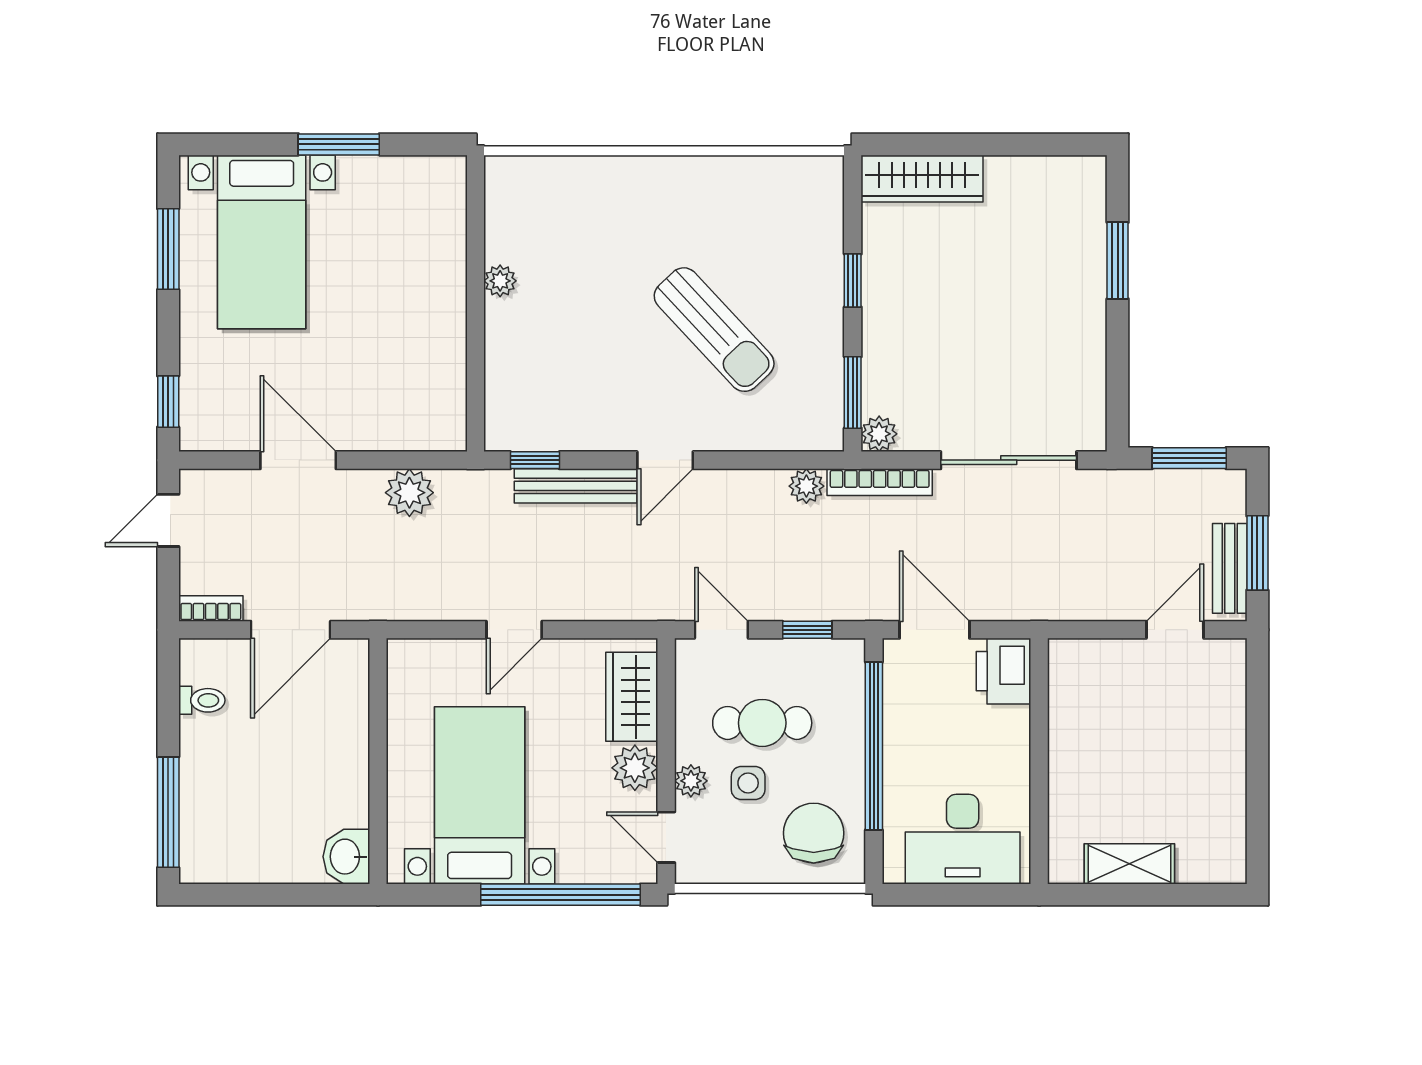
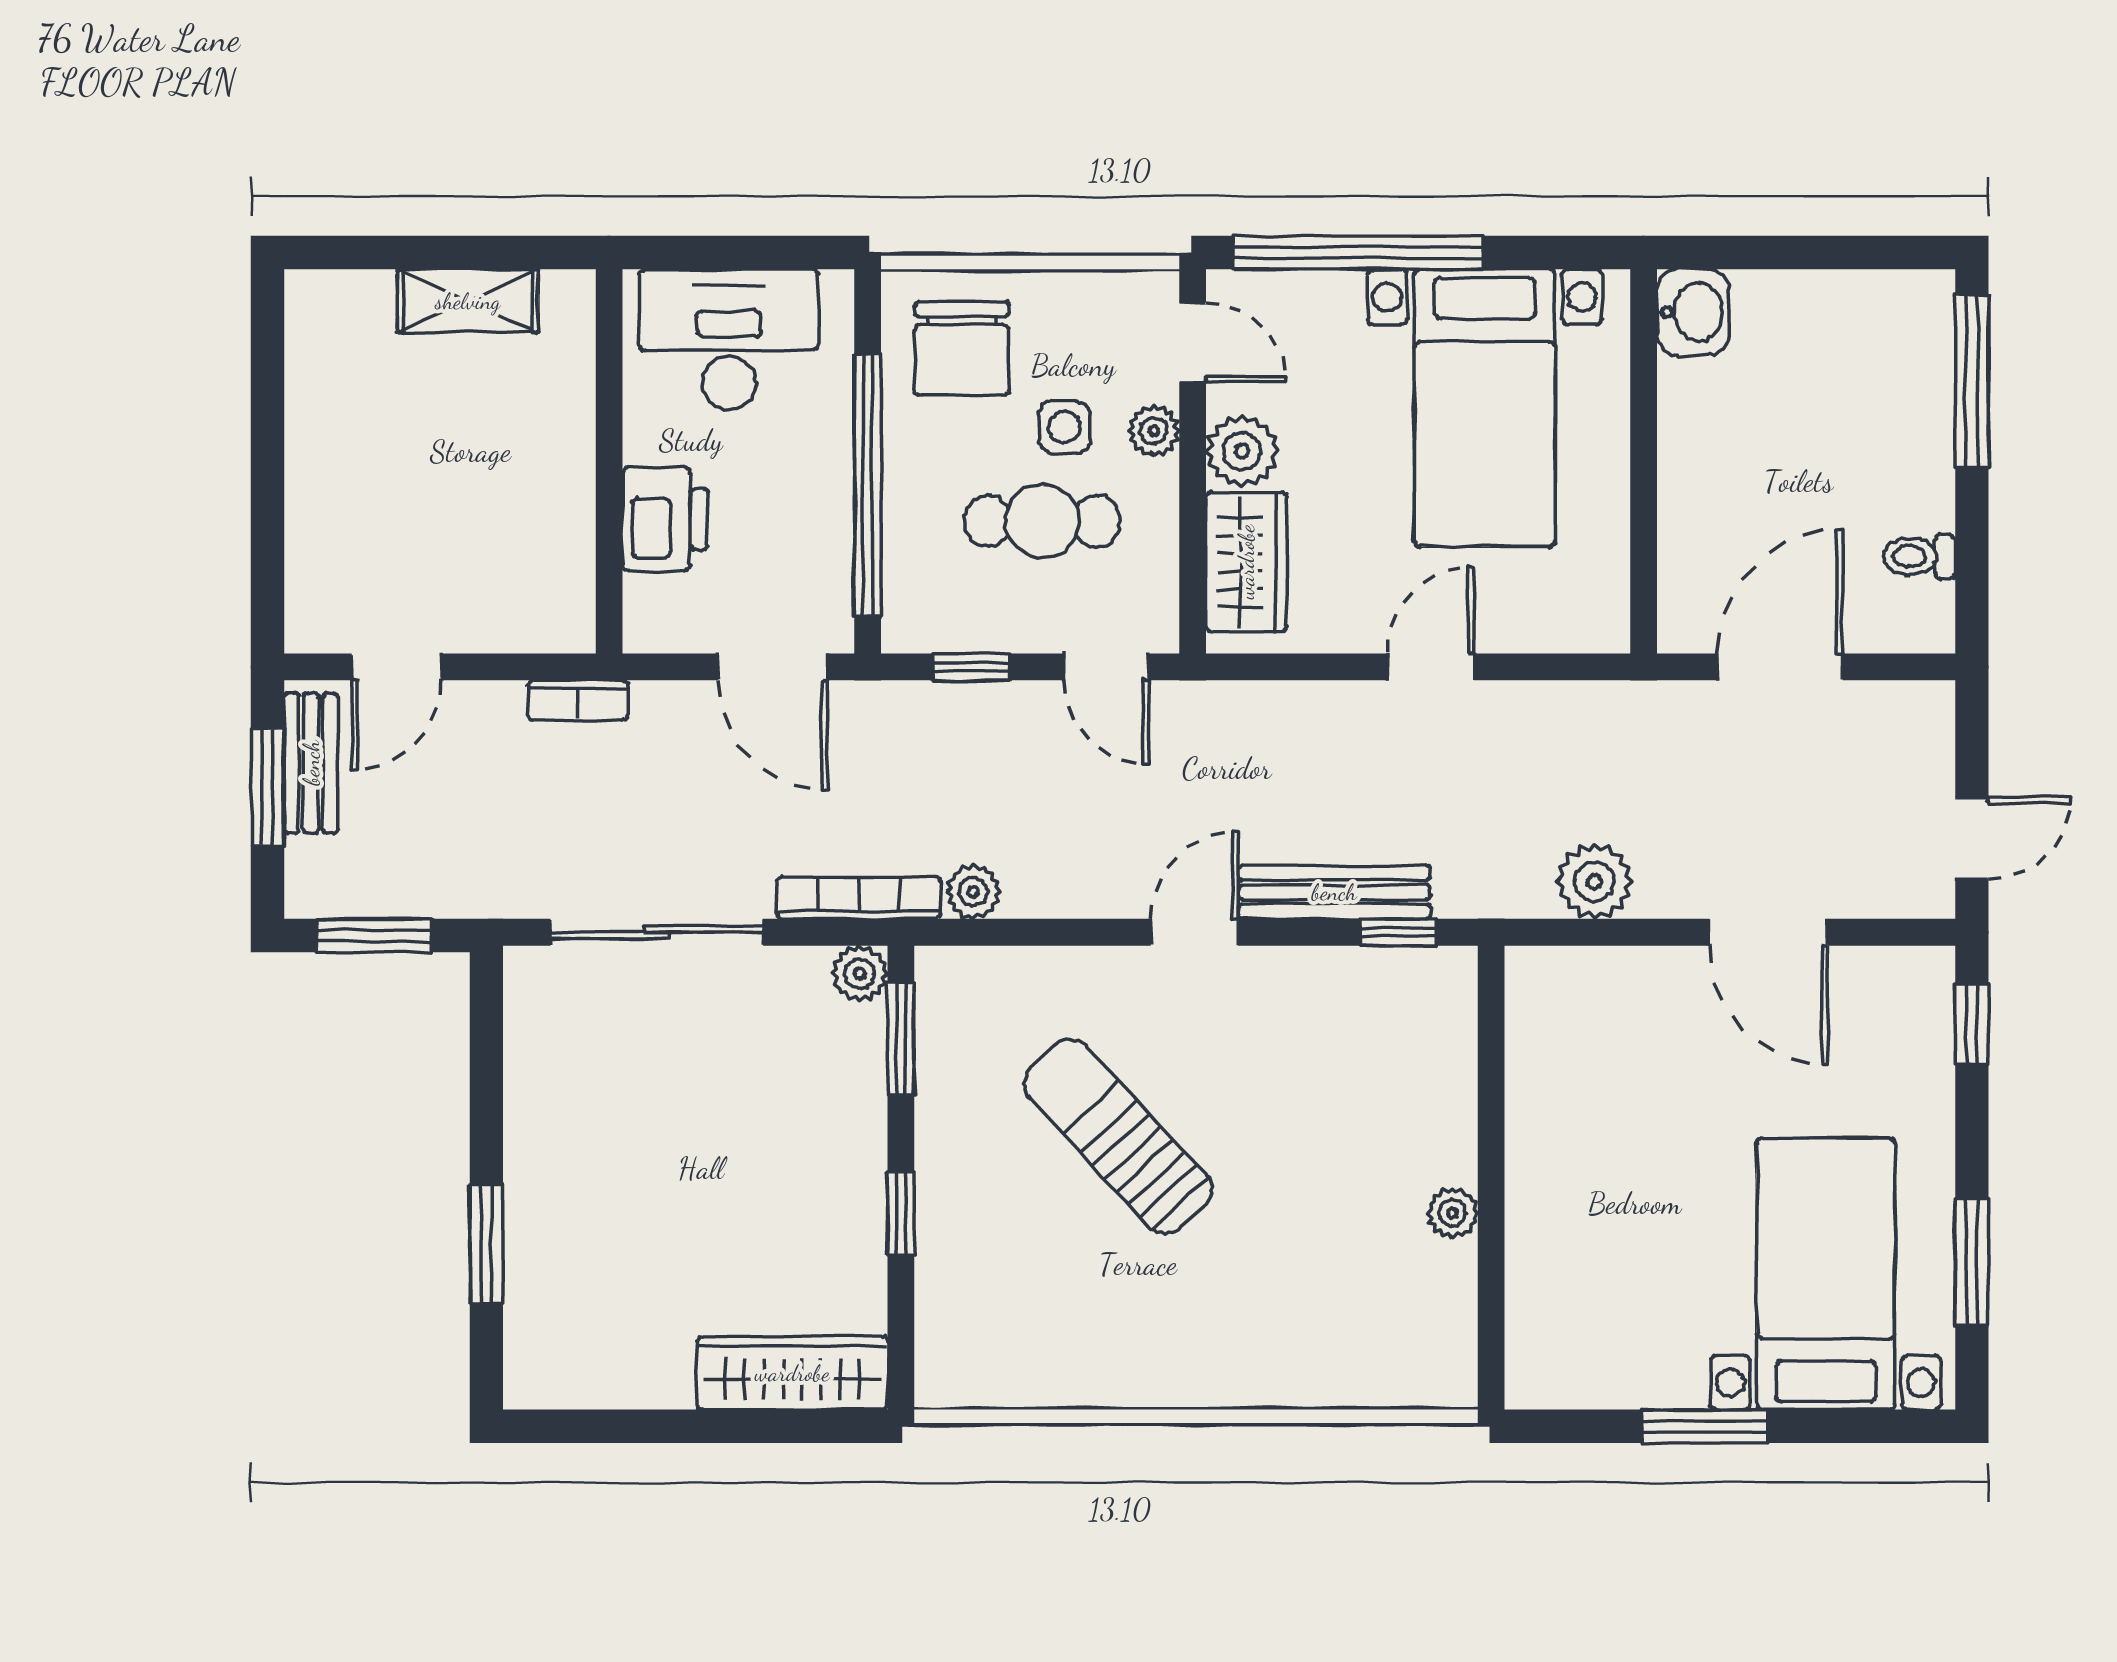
bookcase: (211, 608) -> (578, 700), moved
printer: (1003, 671) -> (665, 519), moved

